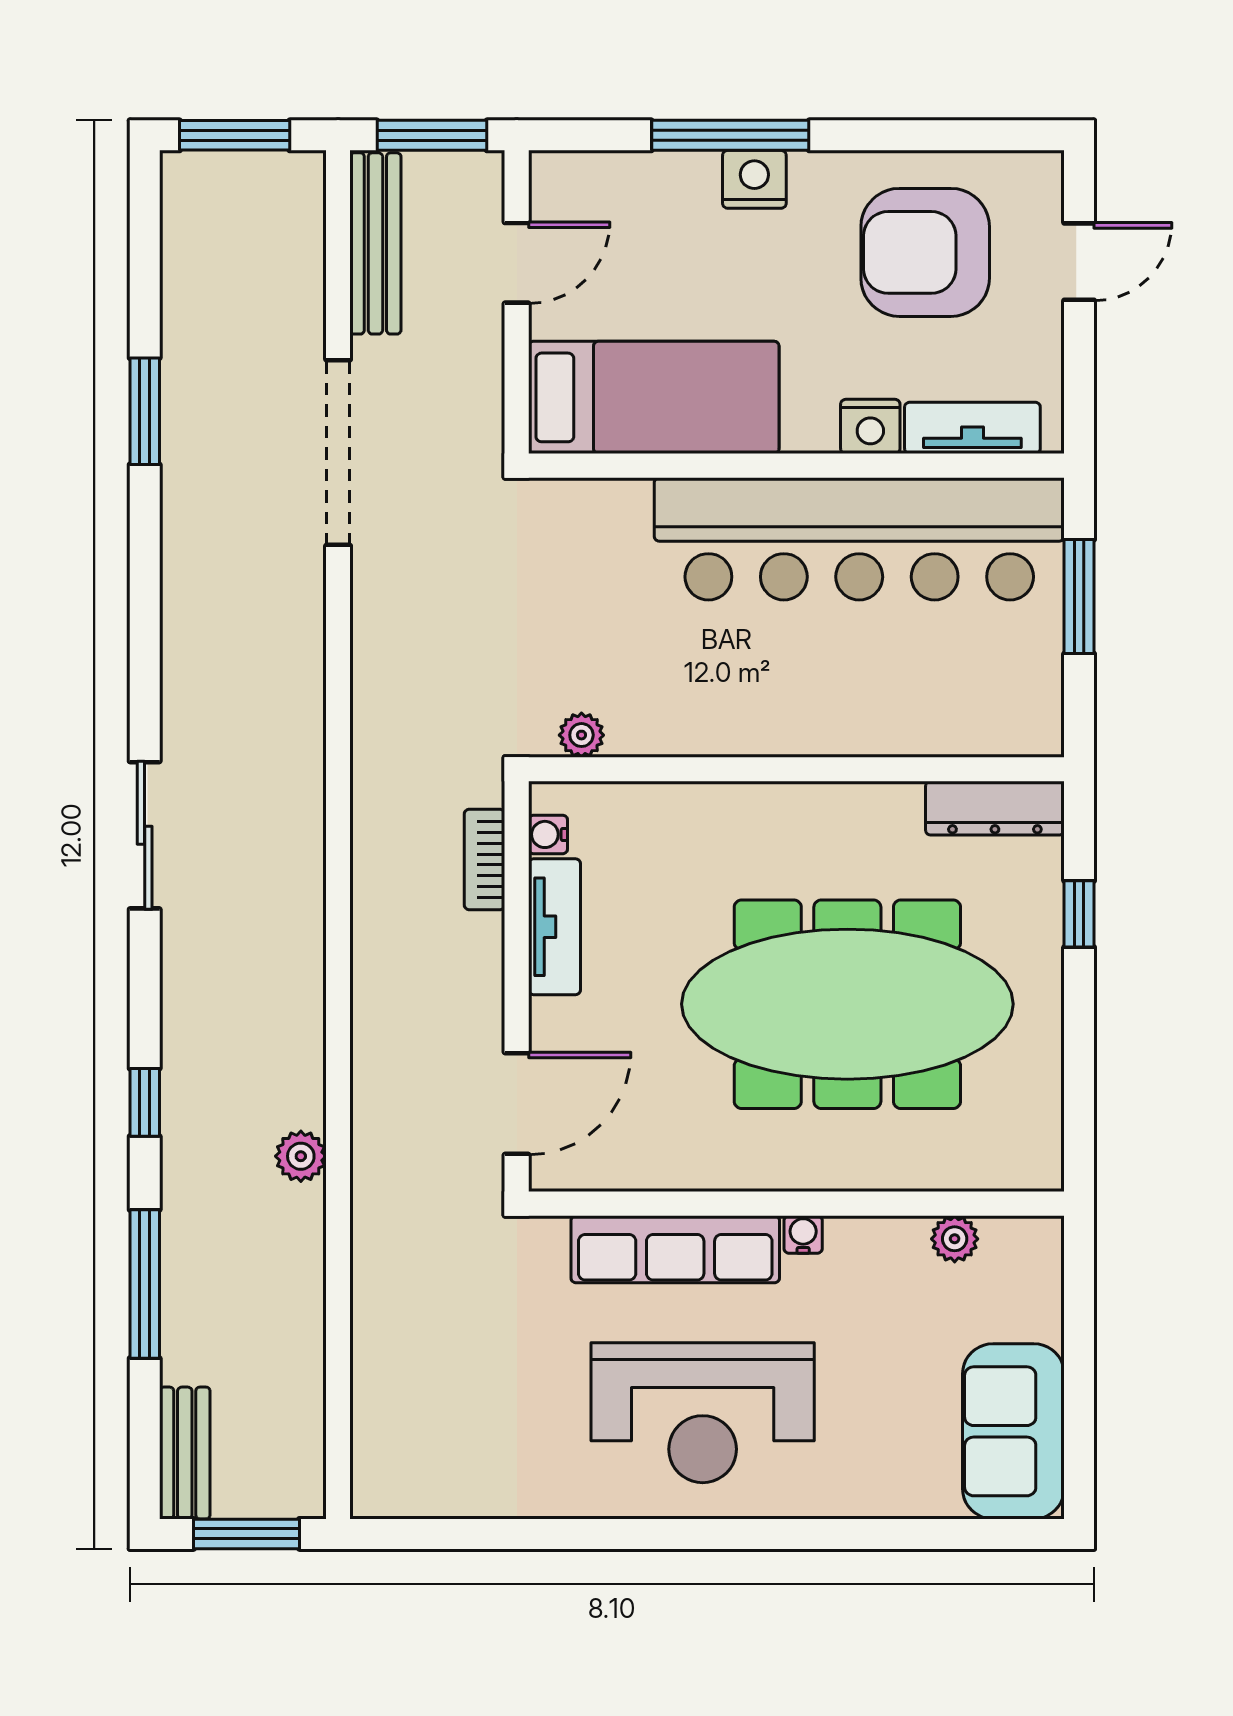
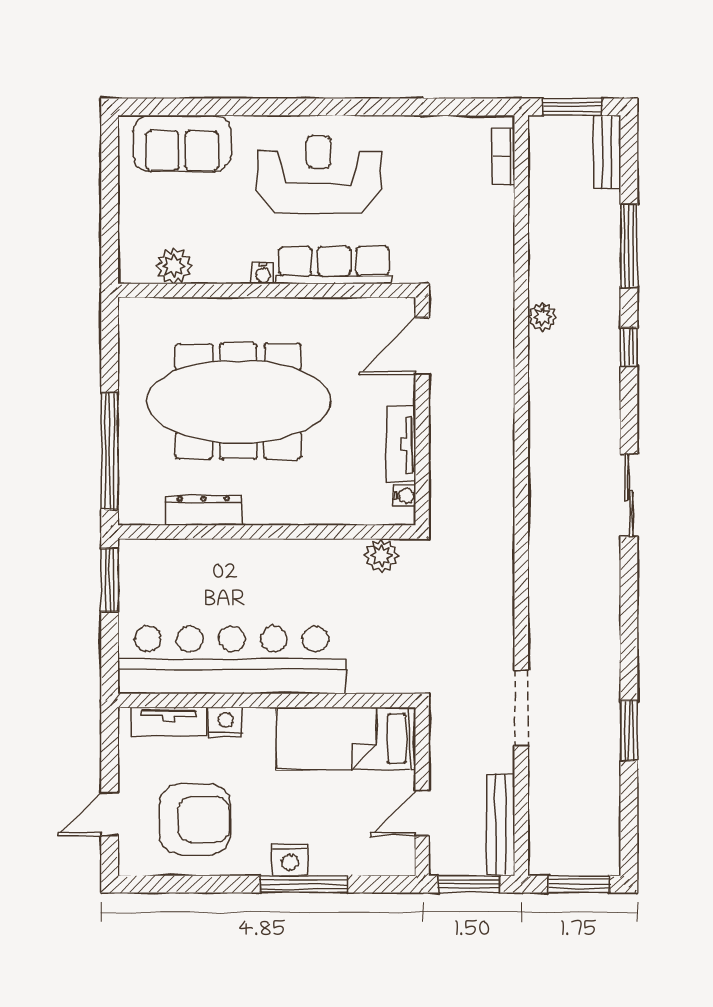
doorway: (338, 453) -> (521, 708), width x0.73
window: (1079, 597) -> (110, 580), moved
plant: (581, 735) -> (381, 556), width x1.38, depth x1.38
dresser: (995, 808) -> (203, 510), moved
bookcase: (485, 859) -> (504, 156), moved, turned 180
window: (1079, 914) -> (110, 451), width x3.17
plant: (955, 1239) -> (174, 266), width x1.38, depth x1.38
sofa: (1013, 1431) -> (182, 143), moved, turned 90

